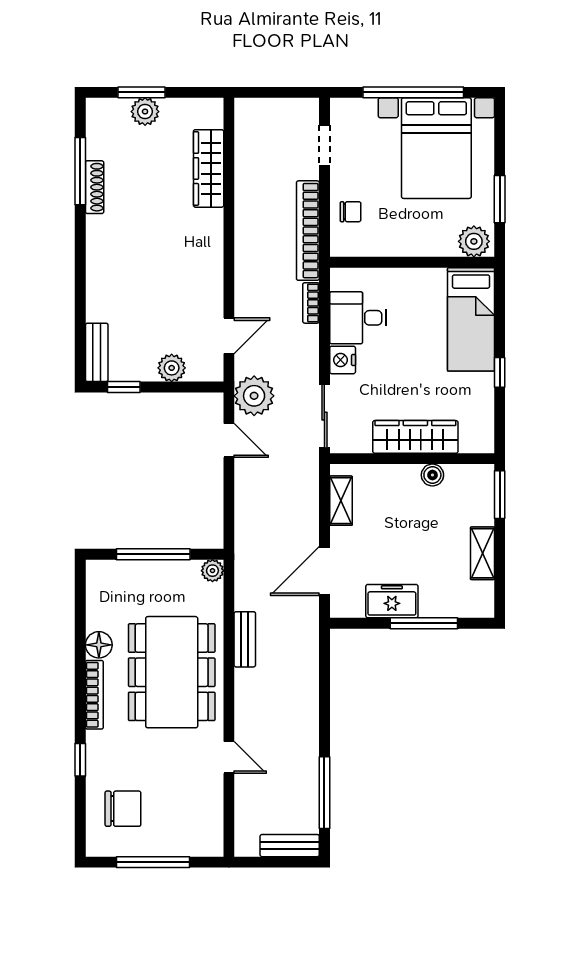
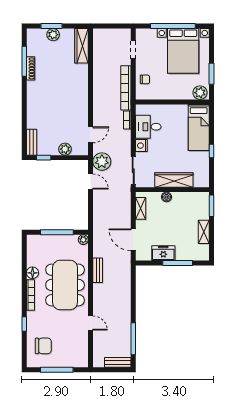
wardrobe: (209, 168) -> (81, 46), moved
boiler: (432, 475) -> (166, 197), moved
door: (324, 571) -> (133, 240), hinge flipped

